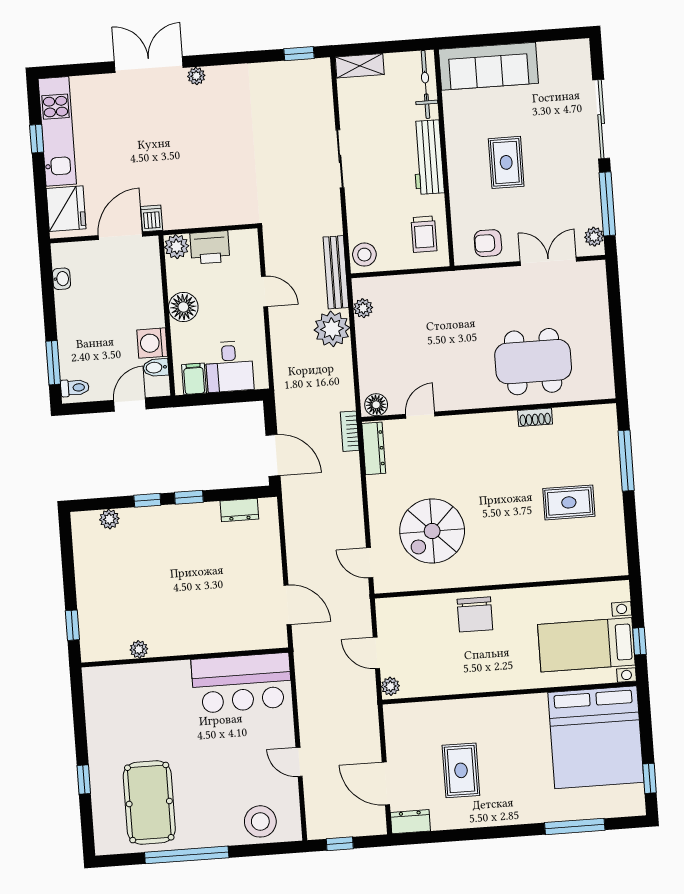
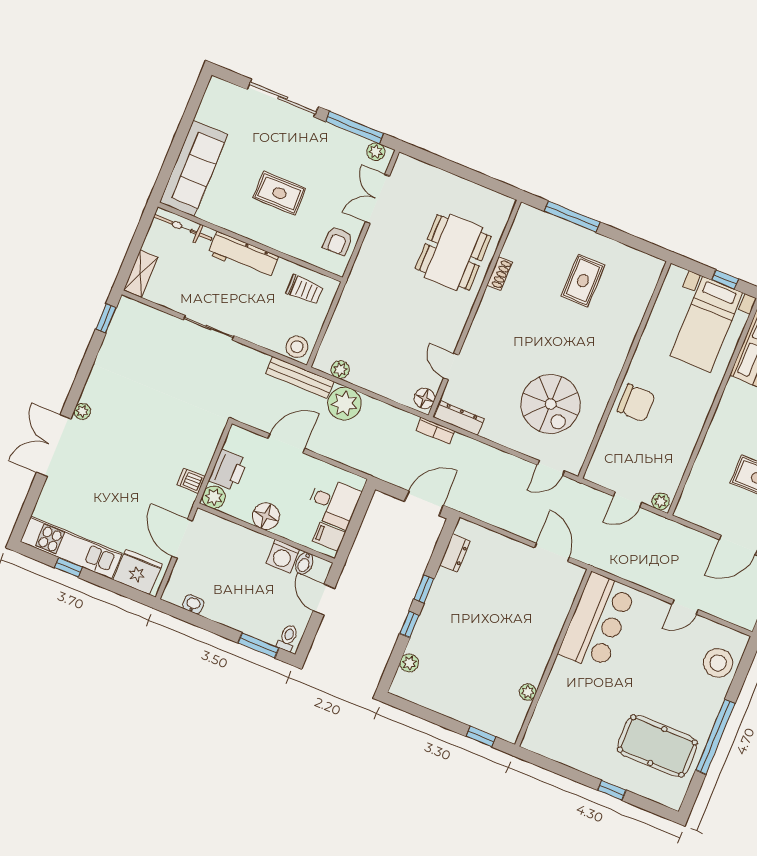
dishwasher: (152, 218) -> (191, 481), moved
door: (265, 291) -> (286, 443), width x1.38
door: (288, 605) -> (552, 552), hinge flipped

